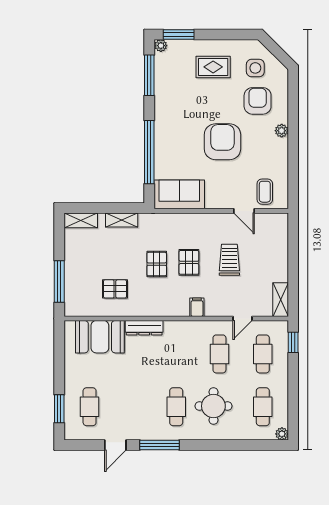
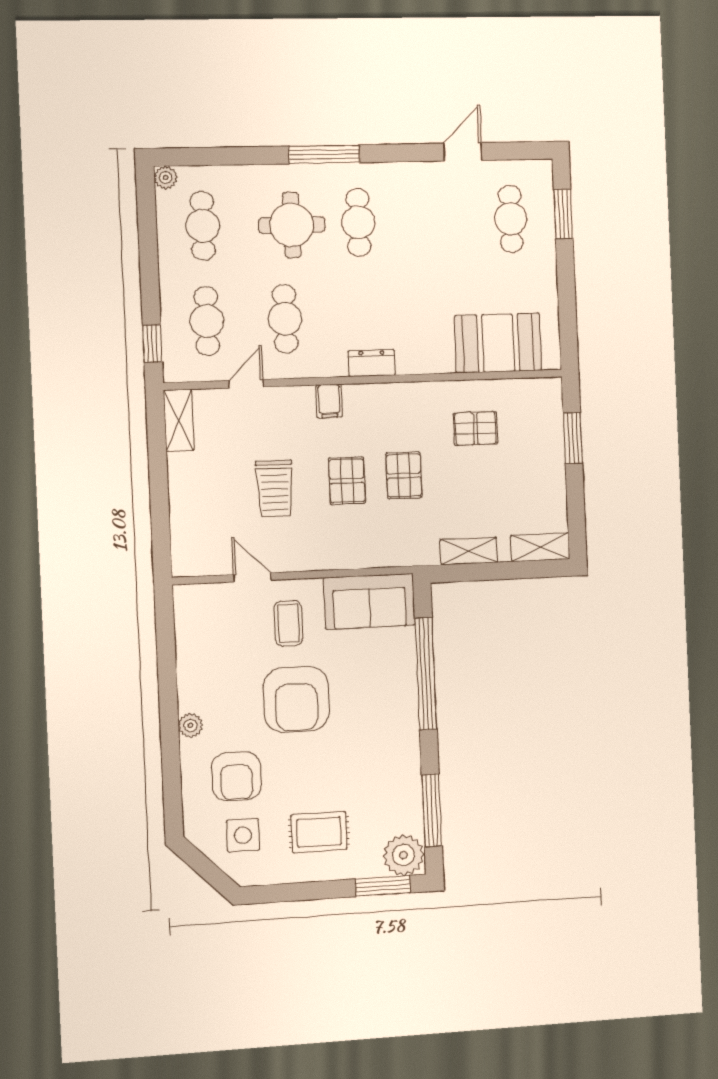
plant: (161, 46) -> (404, 855), width x1.88, depth x1.88
coffee table: (265, 192) -> (288, 623), moved
window: (59, 281) -> (573, 438), width x0.69
dresser: (144, 328) -> (372, 363), moved, width x0.70
window: (159, 445) -> (324, 154), moved

